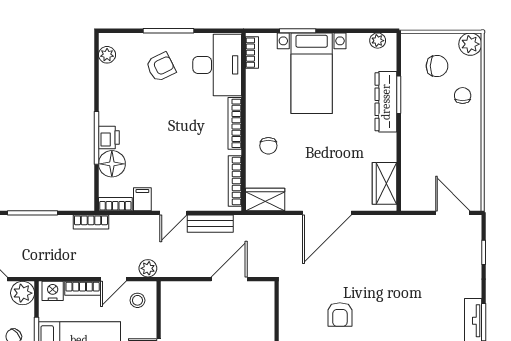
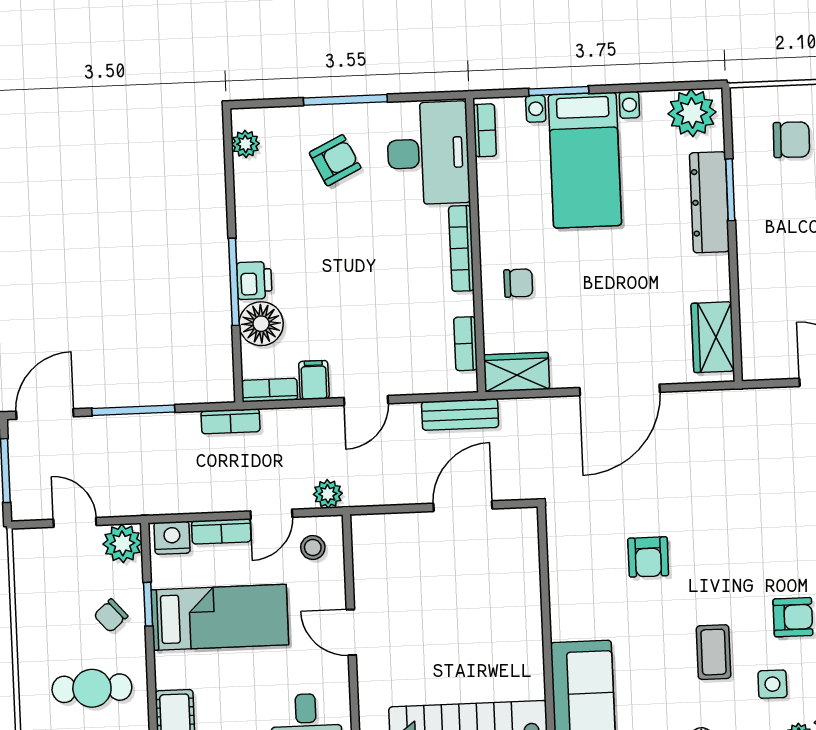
plant: (378, 41) -> (692, 113), width x1.88, depth x1.88
chair: (268, 146) -> (518, 283), turned -90
bookcase: (235, 181) -> (466, 344), width x0.64
bench: (210, 224) -> (460, 415), moved

